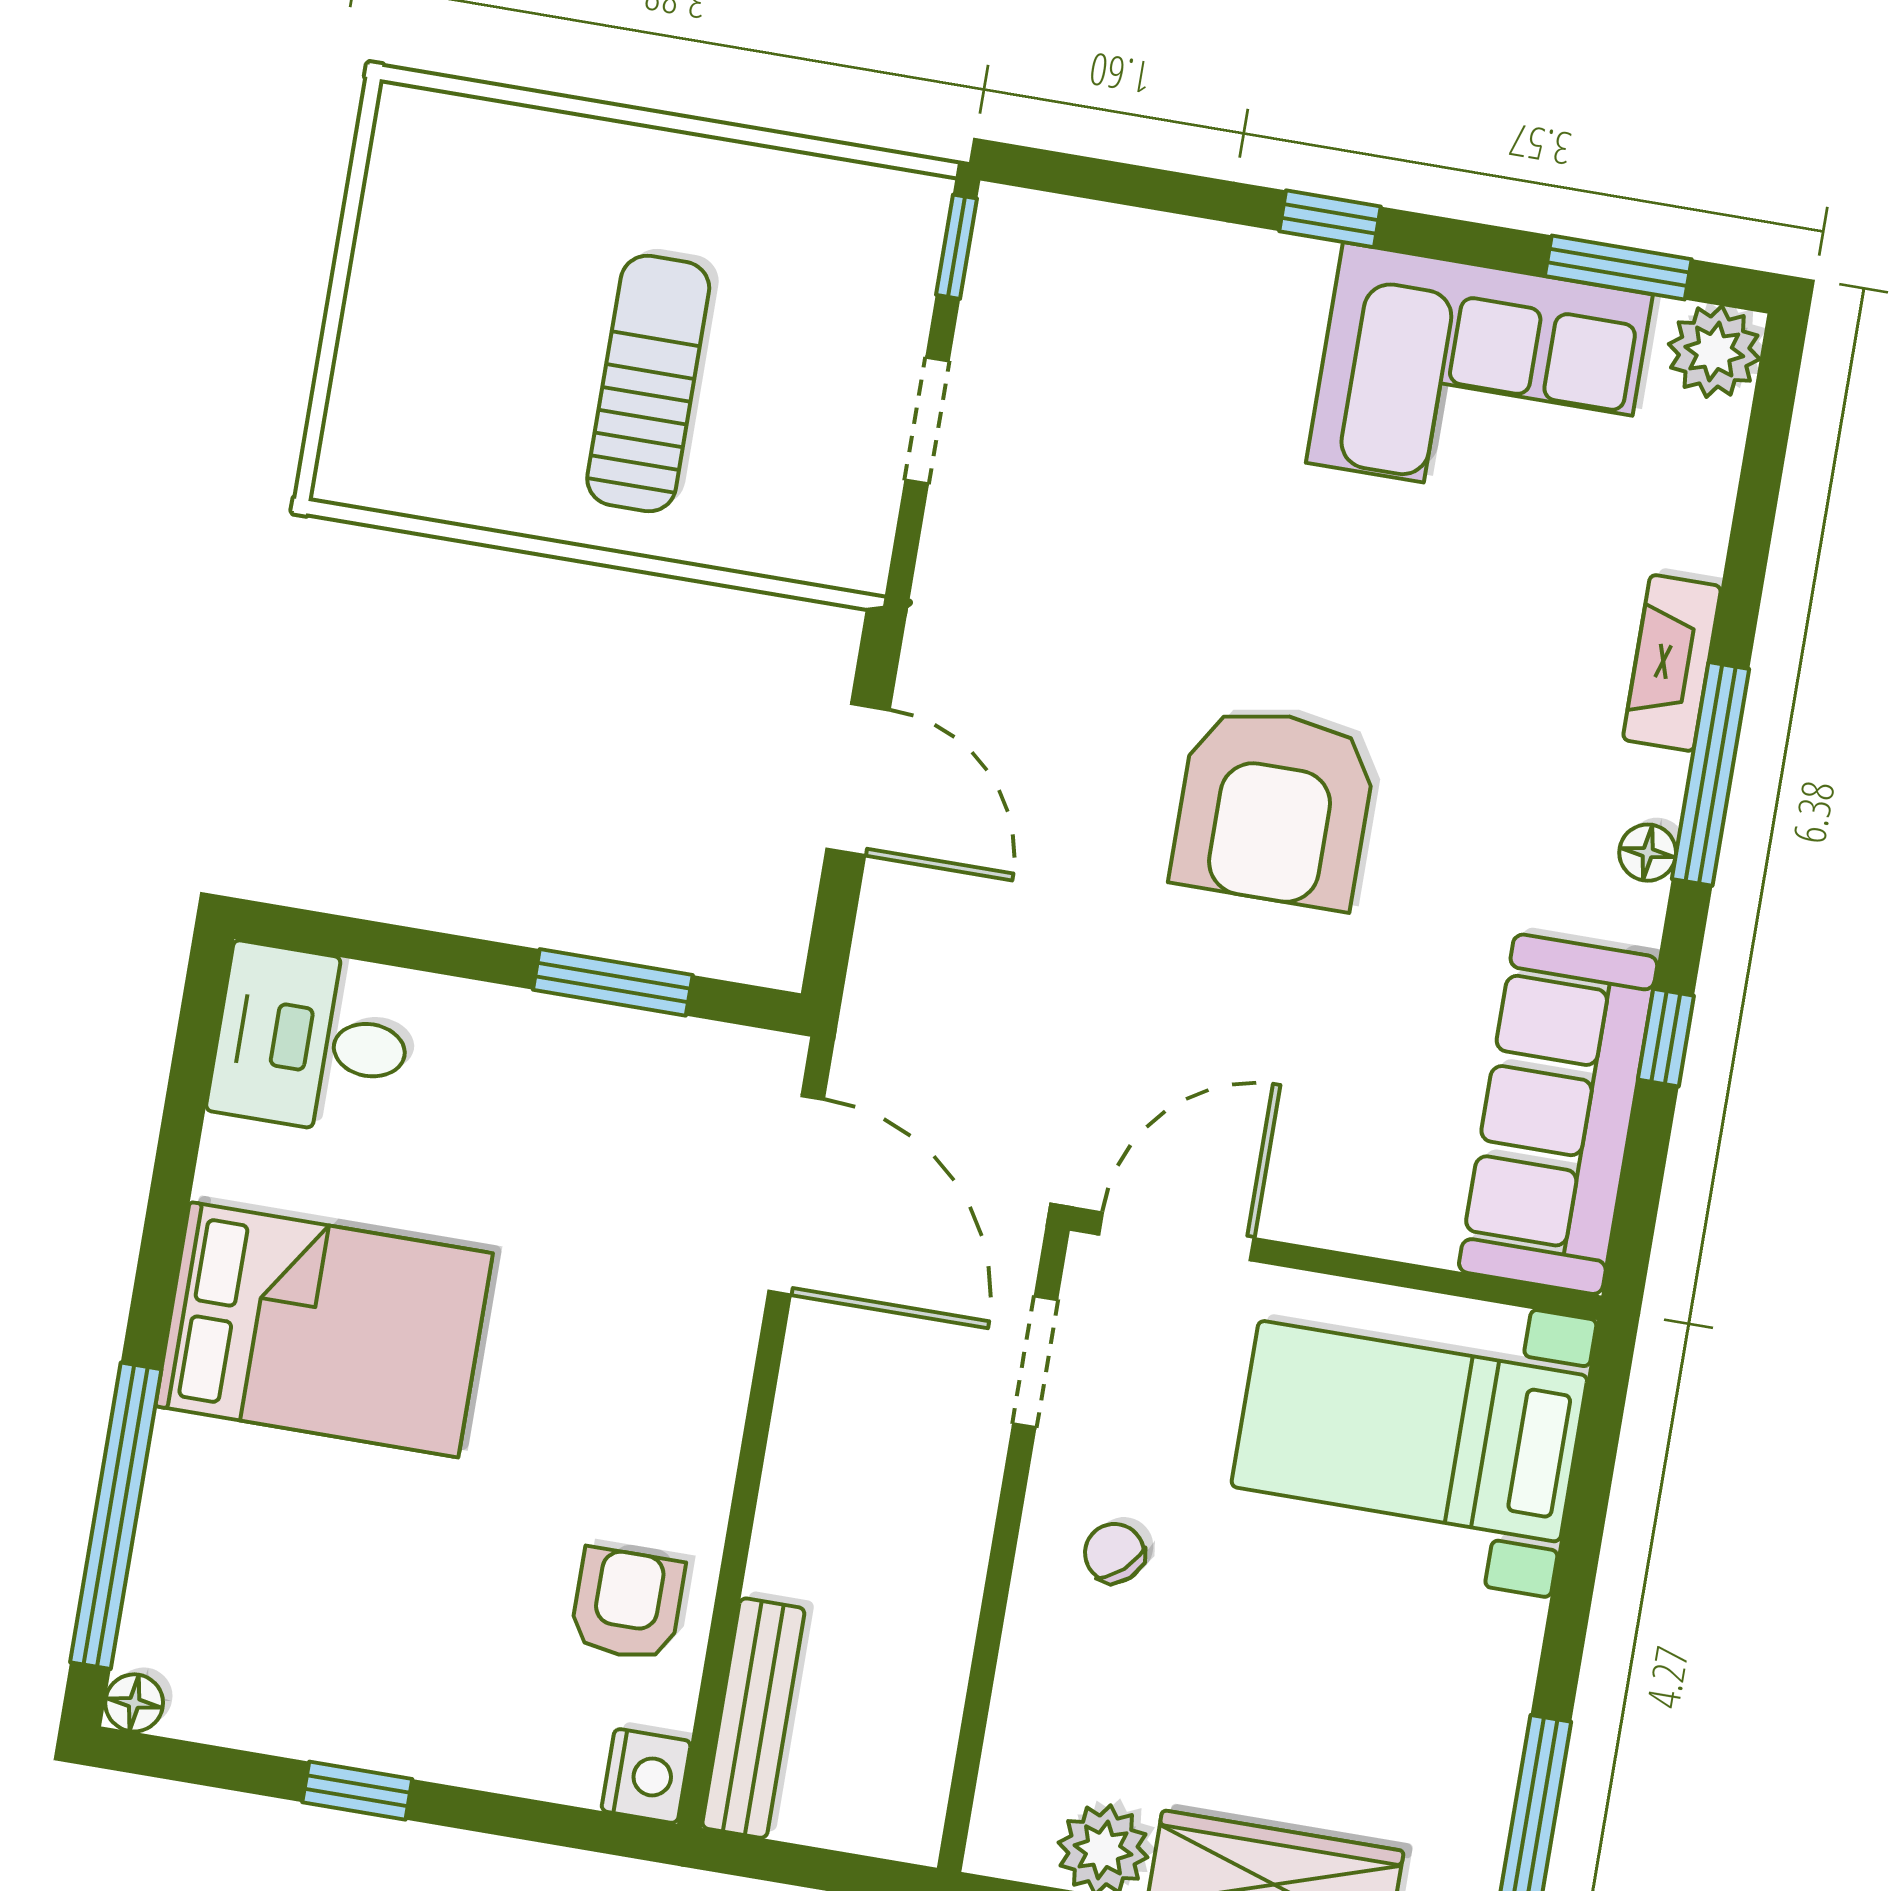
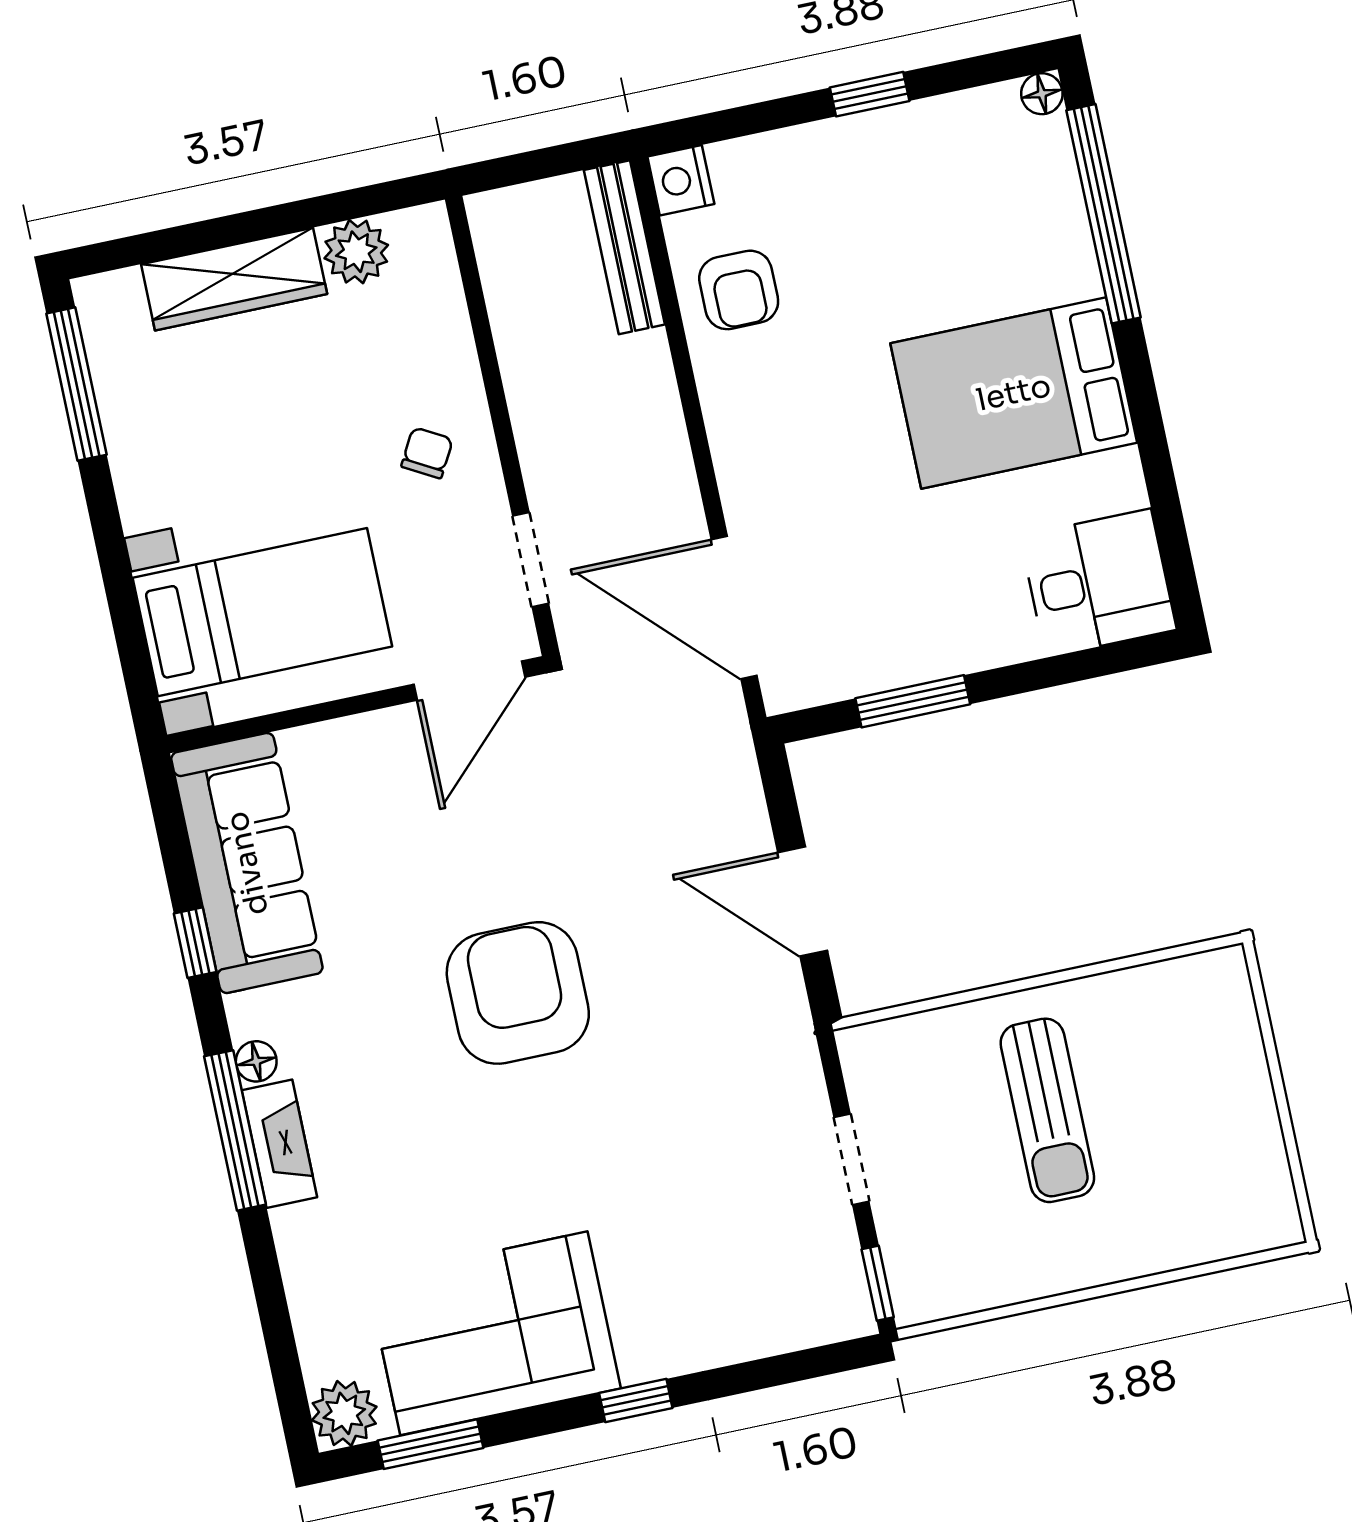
fireplace: (1672, 663) -> (279, 1144), moved
chair: (1114, 1553) -> (427, 453), turned -109

